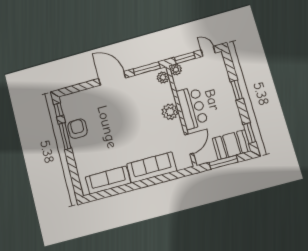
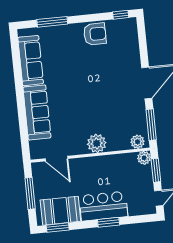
bar counter: (192, 108) -> (103, 206), moved, turned 180
window: (65, 136) -> (52, 22), moved
booth: (232, 145) -> (60, 211), moved, turned 90

